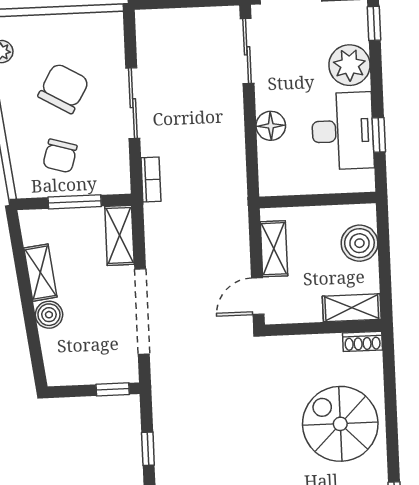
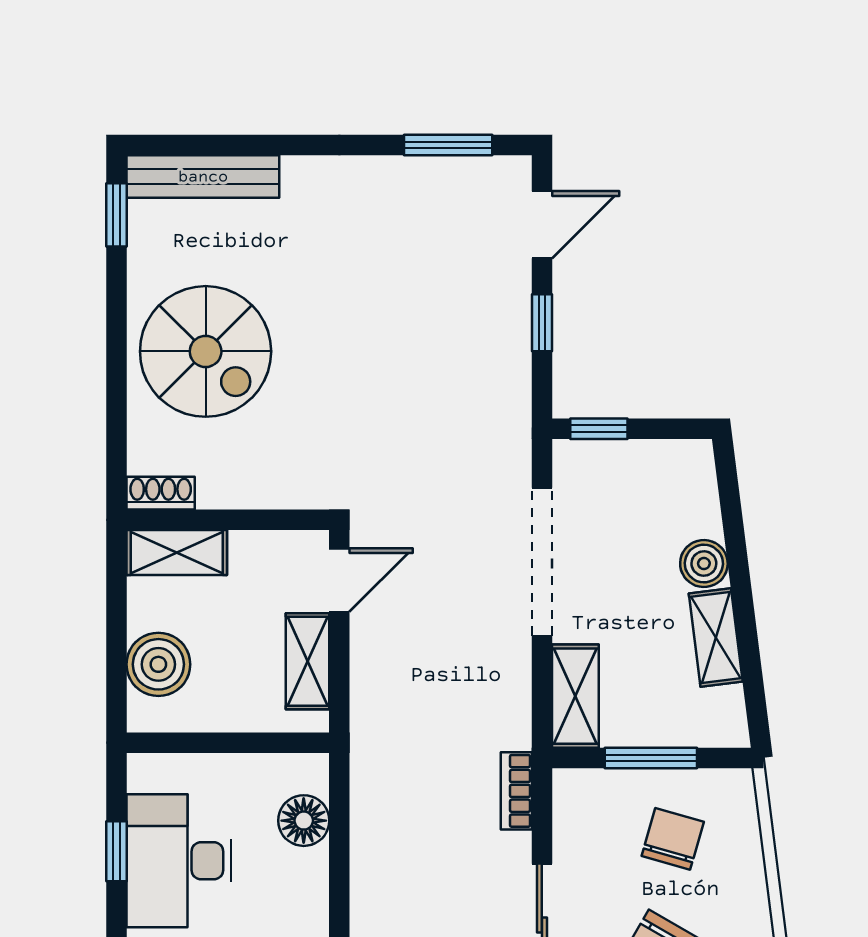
floor lamp: (271, 126) -> (304, 821), moved

